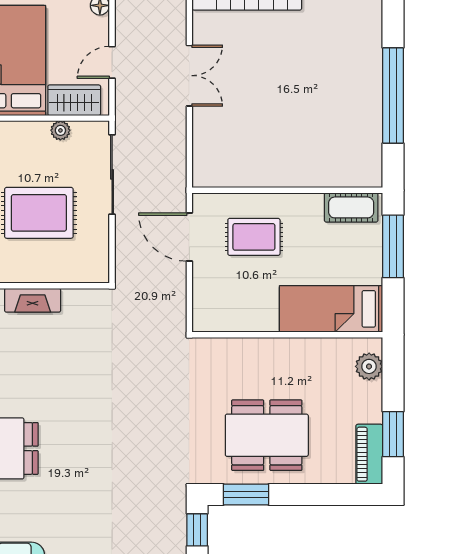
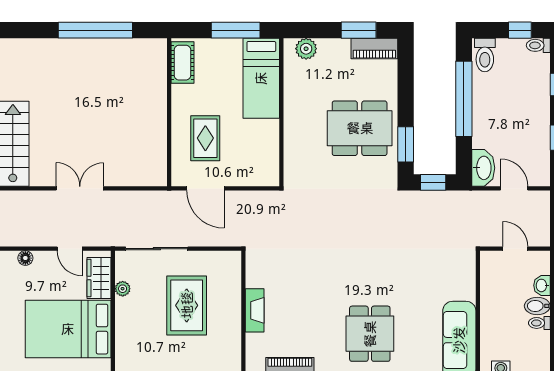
door: (189, 237) -> (205, 188), hinge flipped
window: (393, 246) -> (236, 30), moved
dining table: (267, 435) -> (360, 128), turned 90

